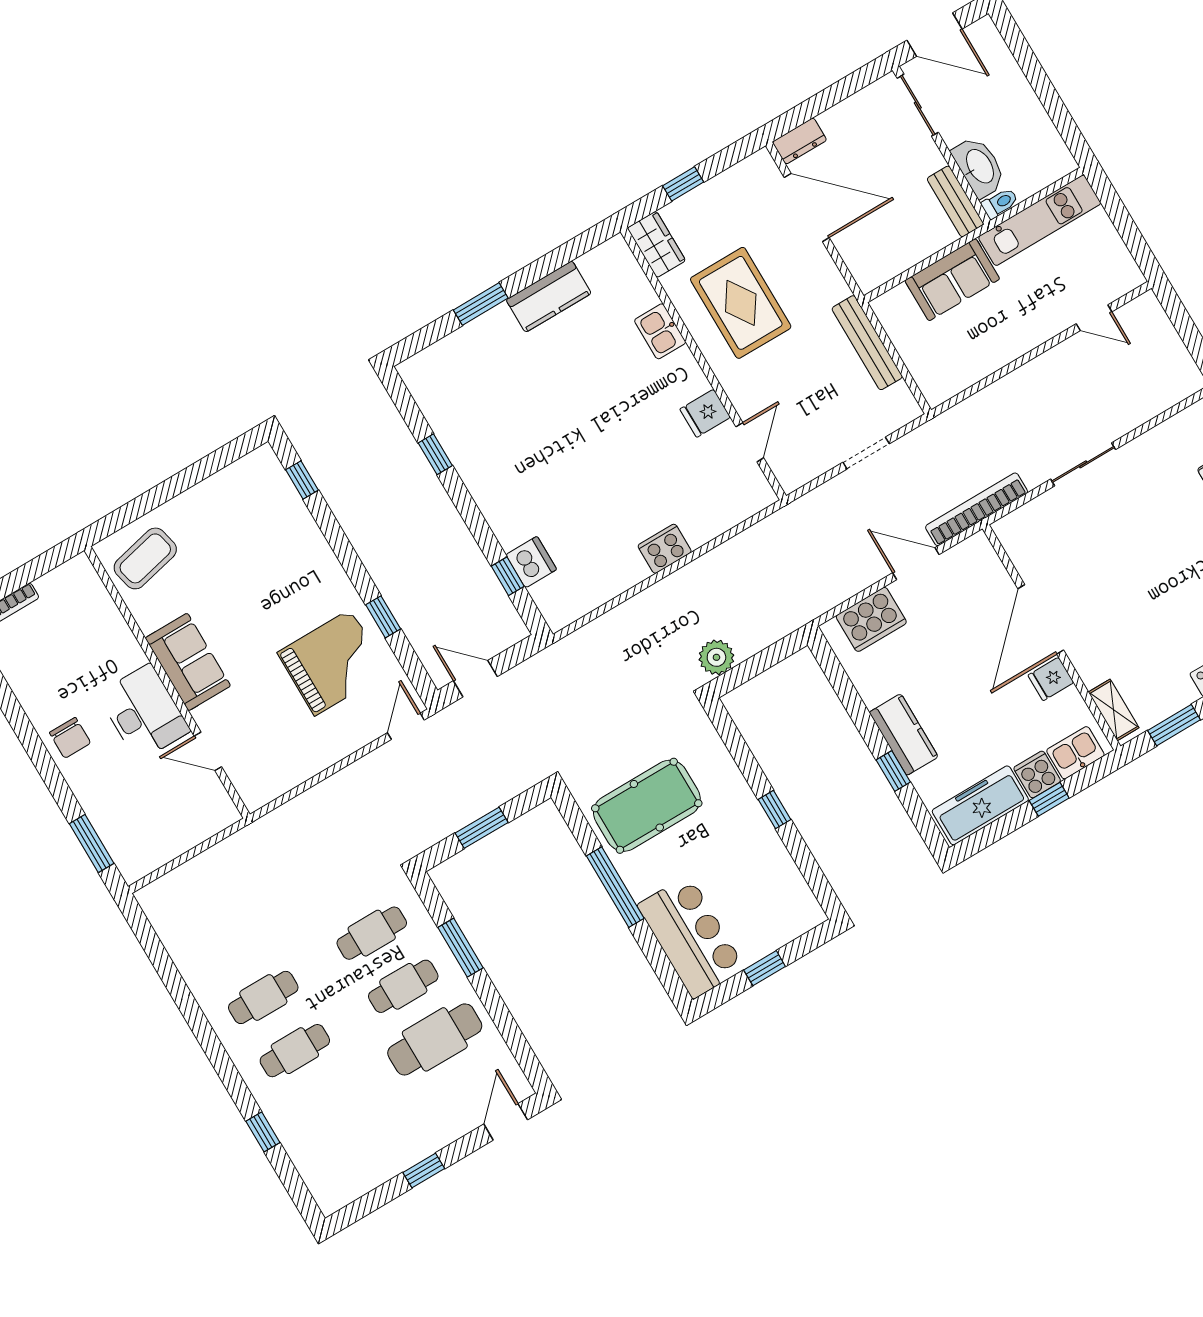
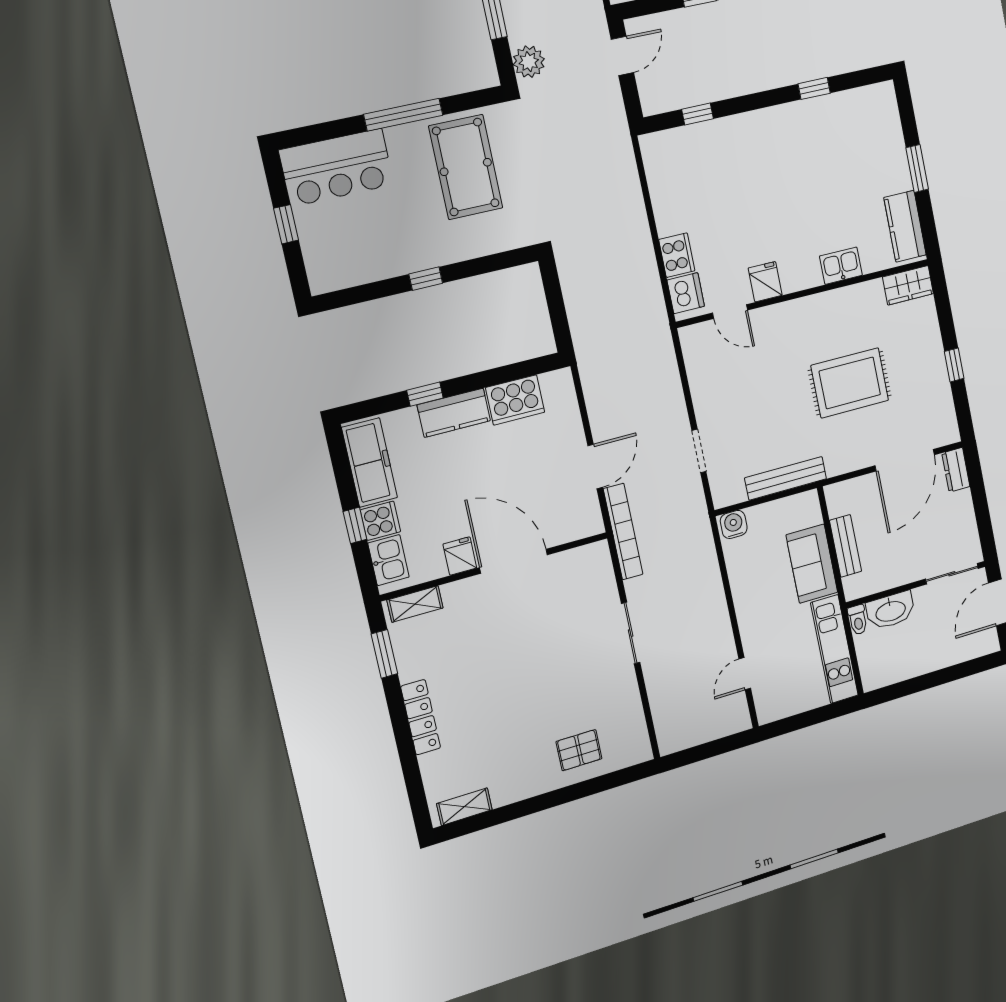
bench: (955, 201) -> (846, 546), moved, turned 90
wardrobe: (656, 244) -> (908, 285), moved
kitchen sink: (660, 331) -> (841, 266), moved
wall: (703, 364) -> (804, 293), moved
water cooler: (934, 386) -> (734, 524), added
fridge: (705, 413) -> (765, 282), moved
door: (750, 442) -> (730, 312), moved
dishwasher: (531, 562) -> (686, 293), moved, turned -90
cooker: (871, 619) -> (515, 400), moved, turned -90
plant: (716, 657) -> (529, 62), moved

